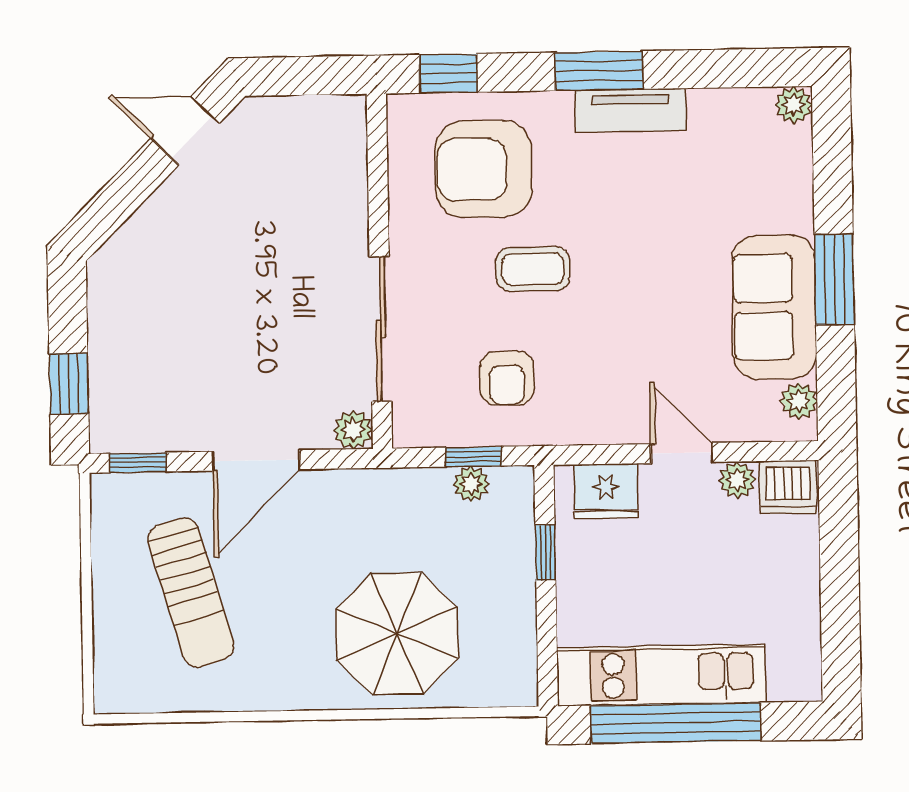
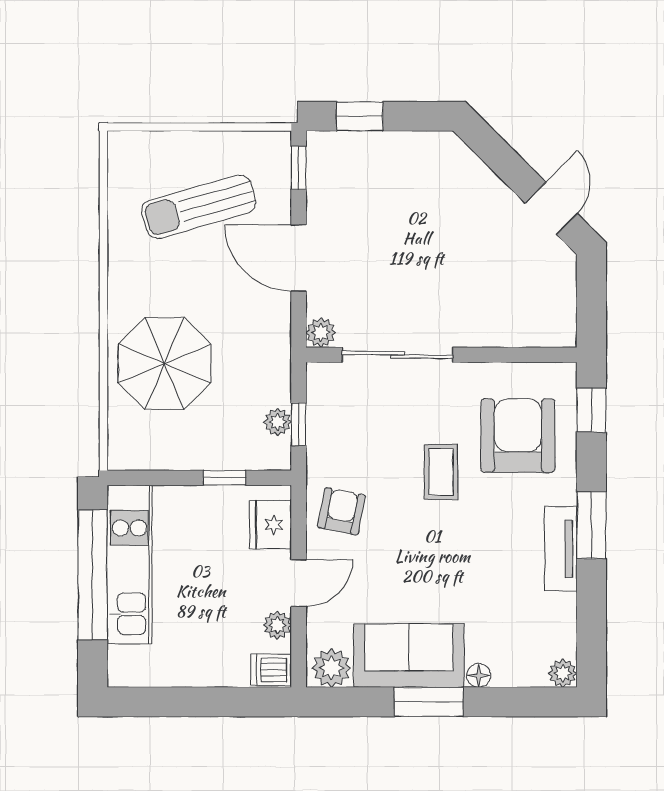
floor lamp: (799, 215) -> (479, 676), added
armchair: (507, 378) -> (341, 511), moved, turned 101
plant: (799, 401) -> (331, 668), width x1.38, depth x1.38
dishwasher: (788, 487) -> (271, 670), width x0.73

